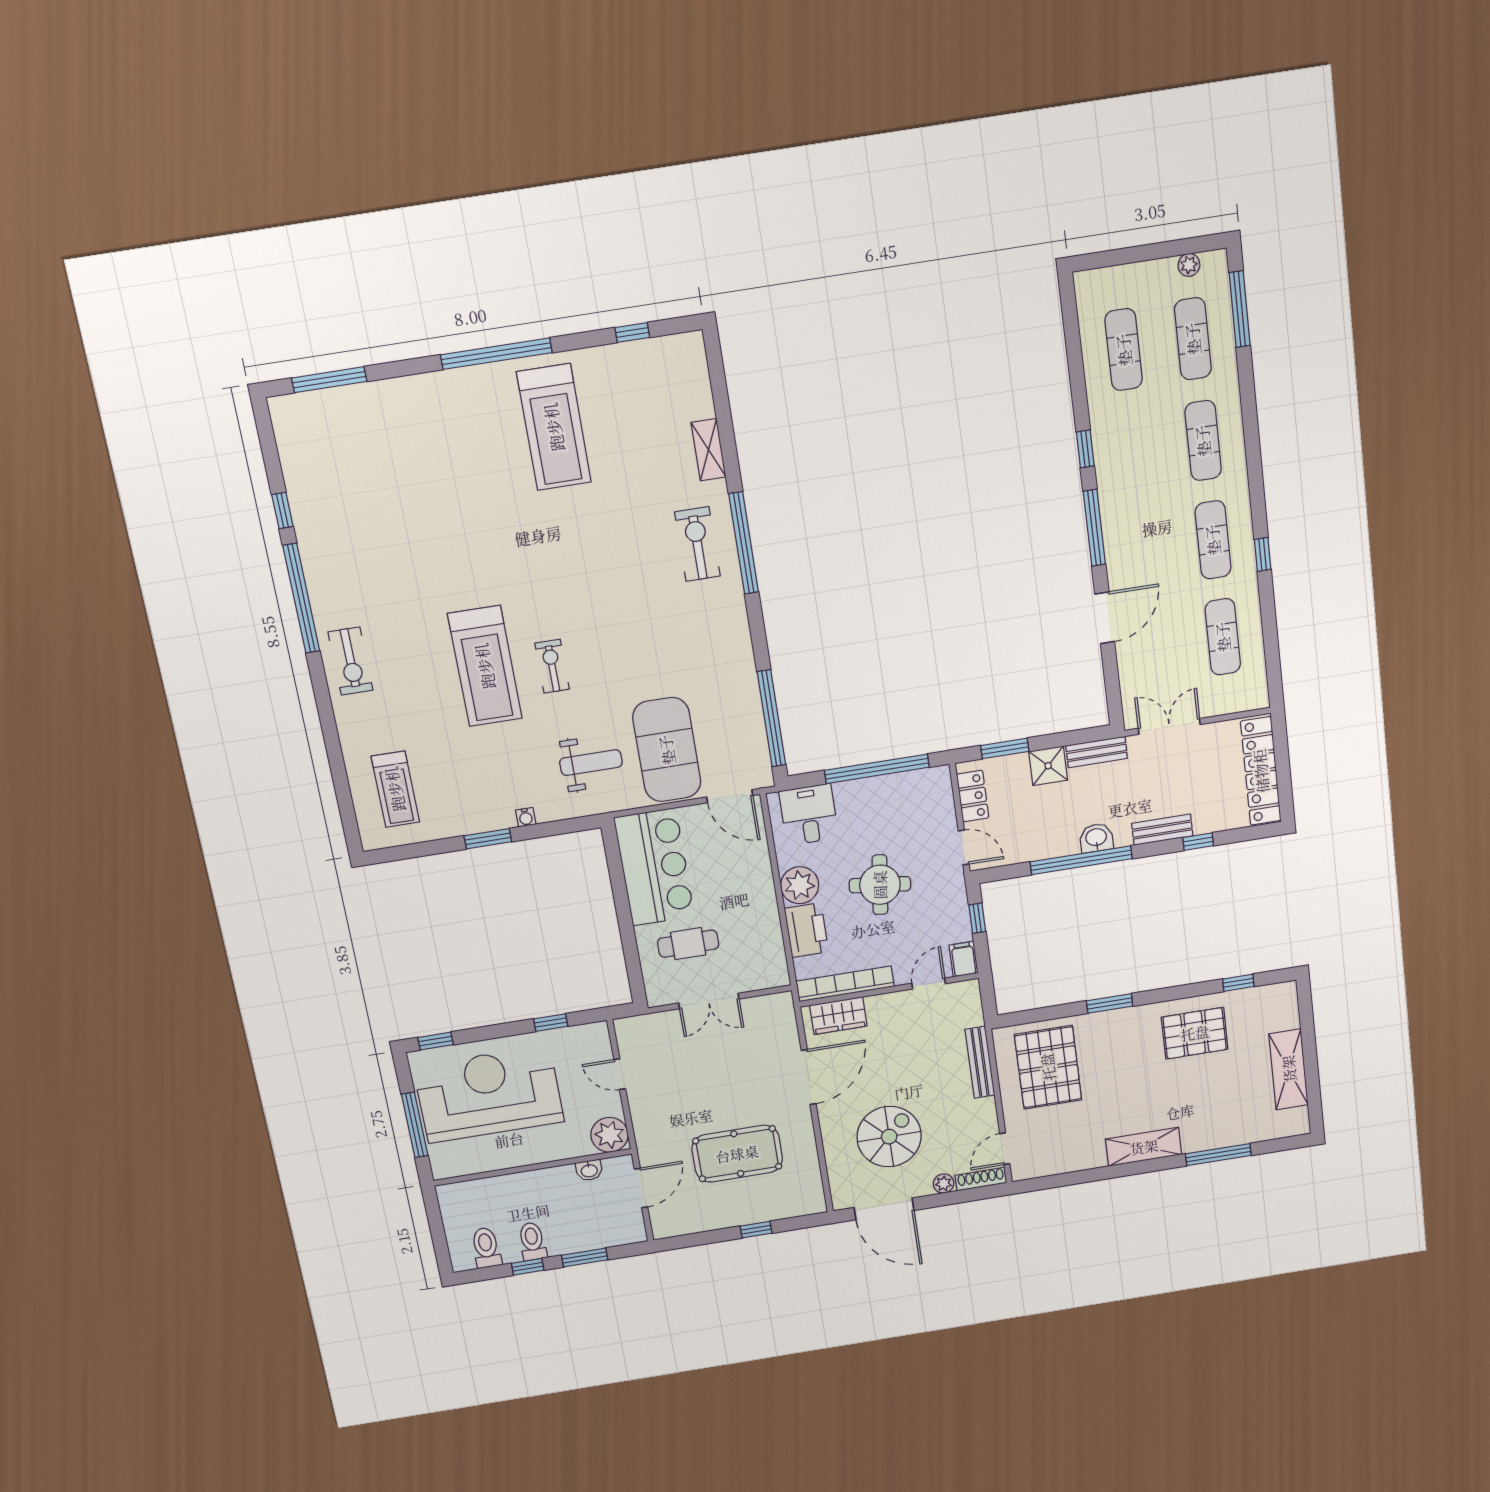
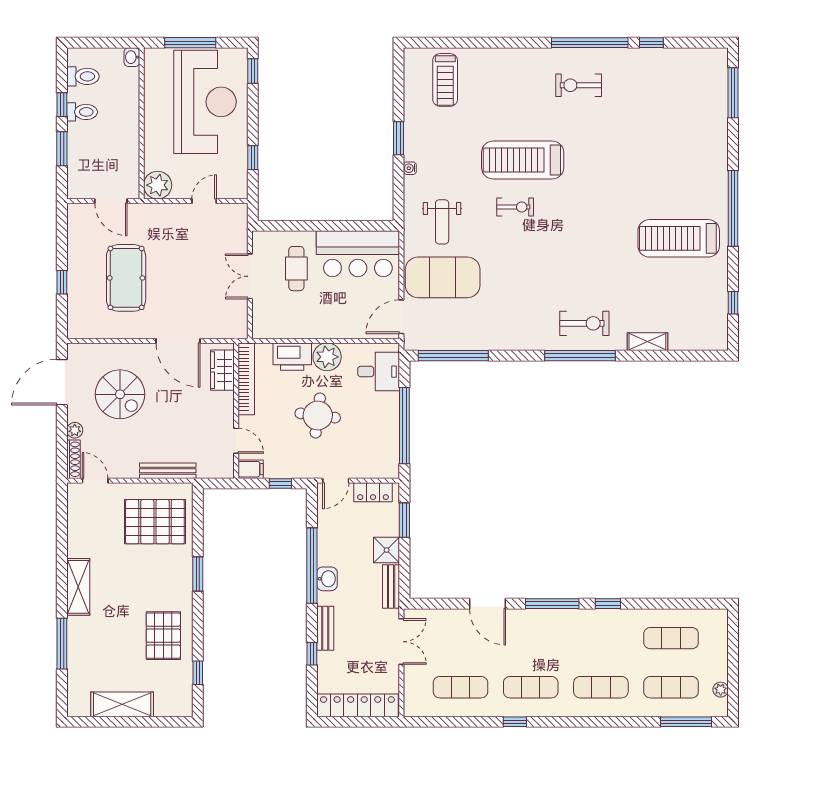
exercise bike: (351, 661) -> (579, 85), moved
treadmill: (395, 789) -> (445, 80), turned -90
washbasin: (589, 1170) -> (132, 57), moved

